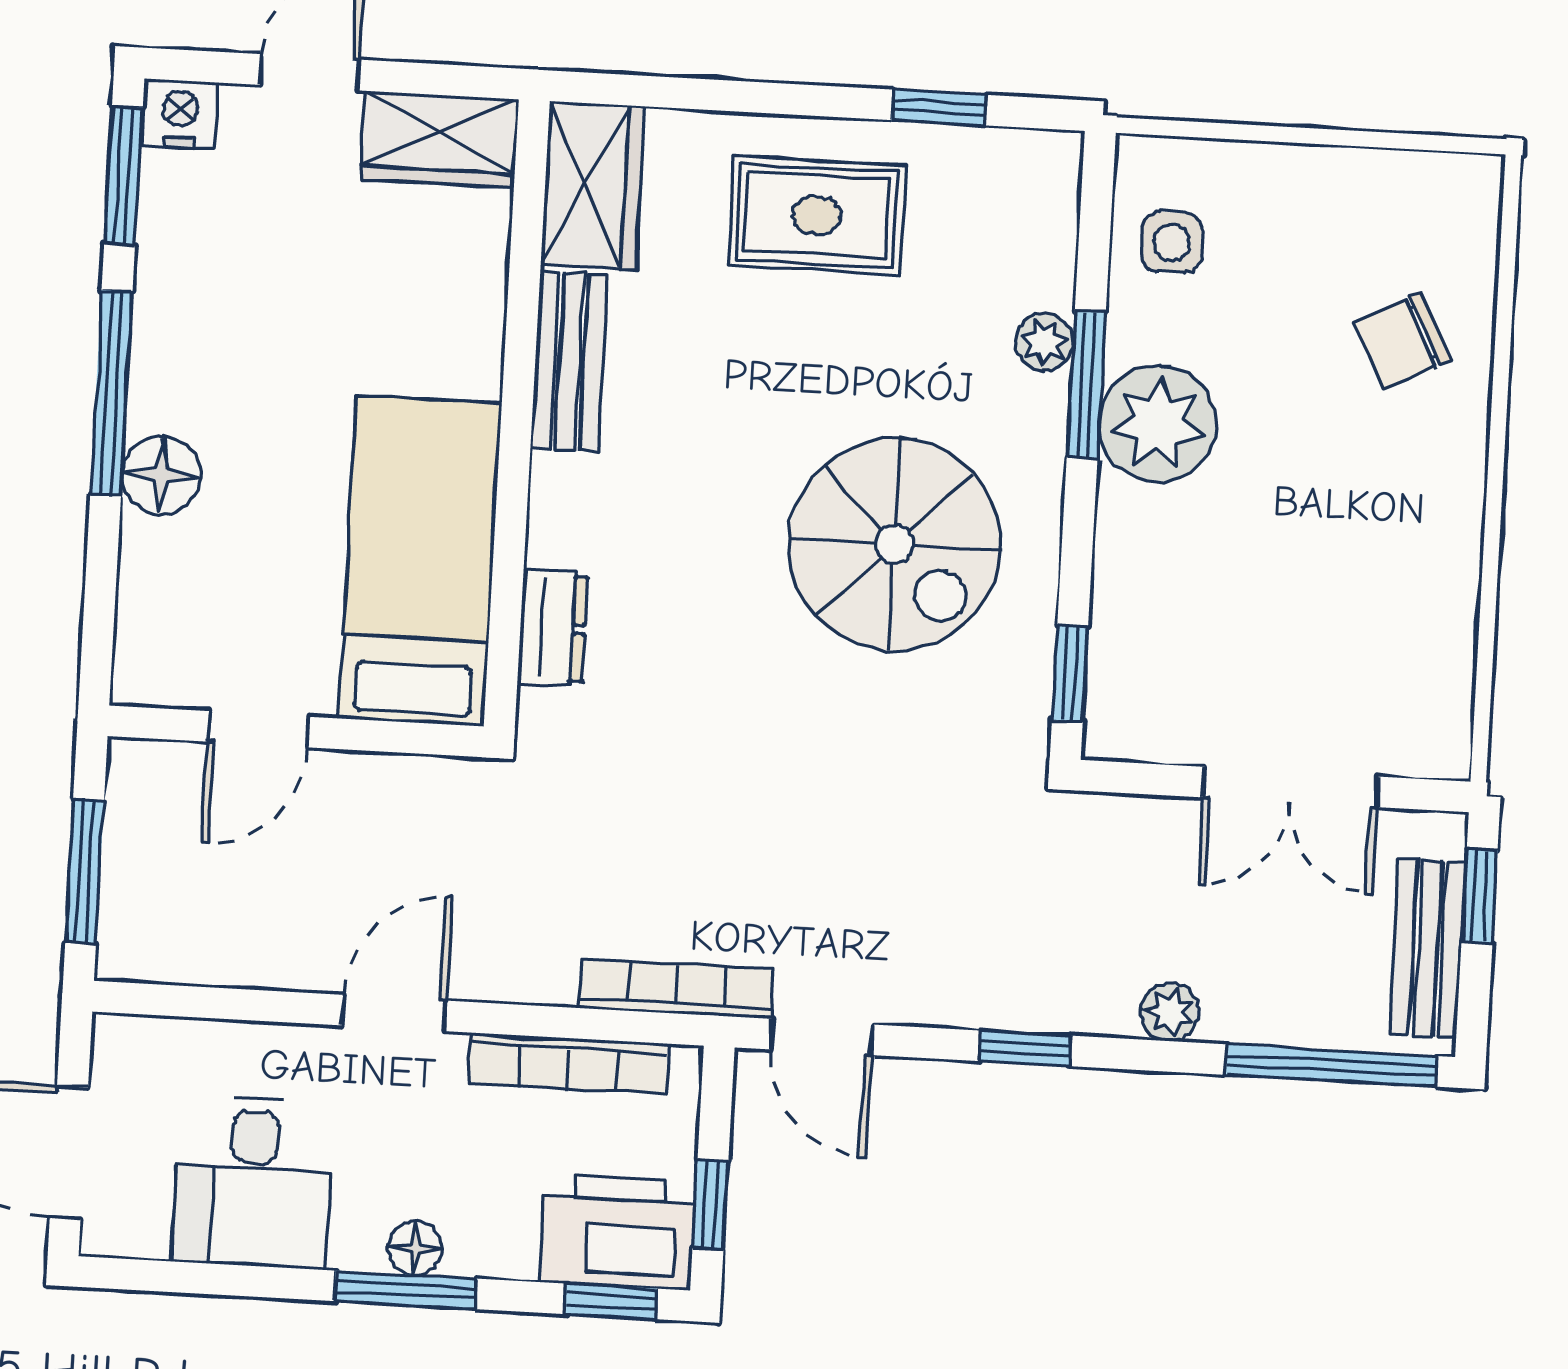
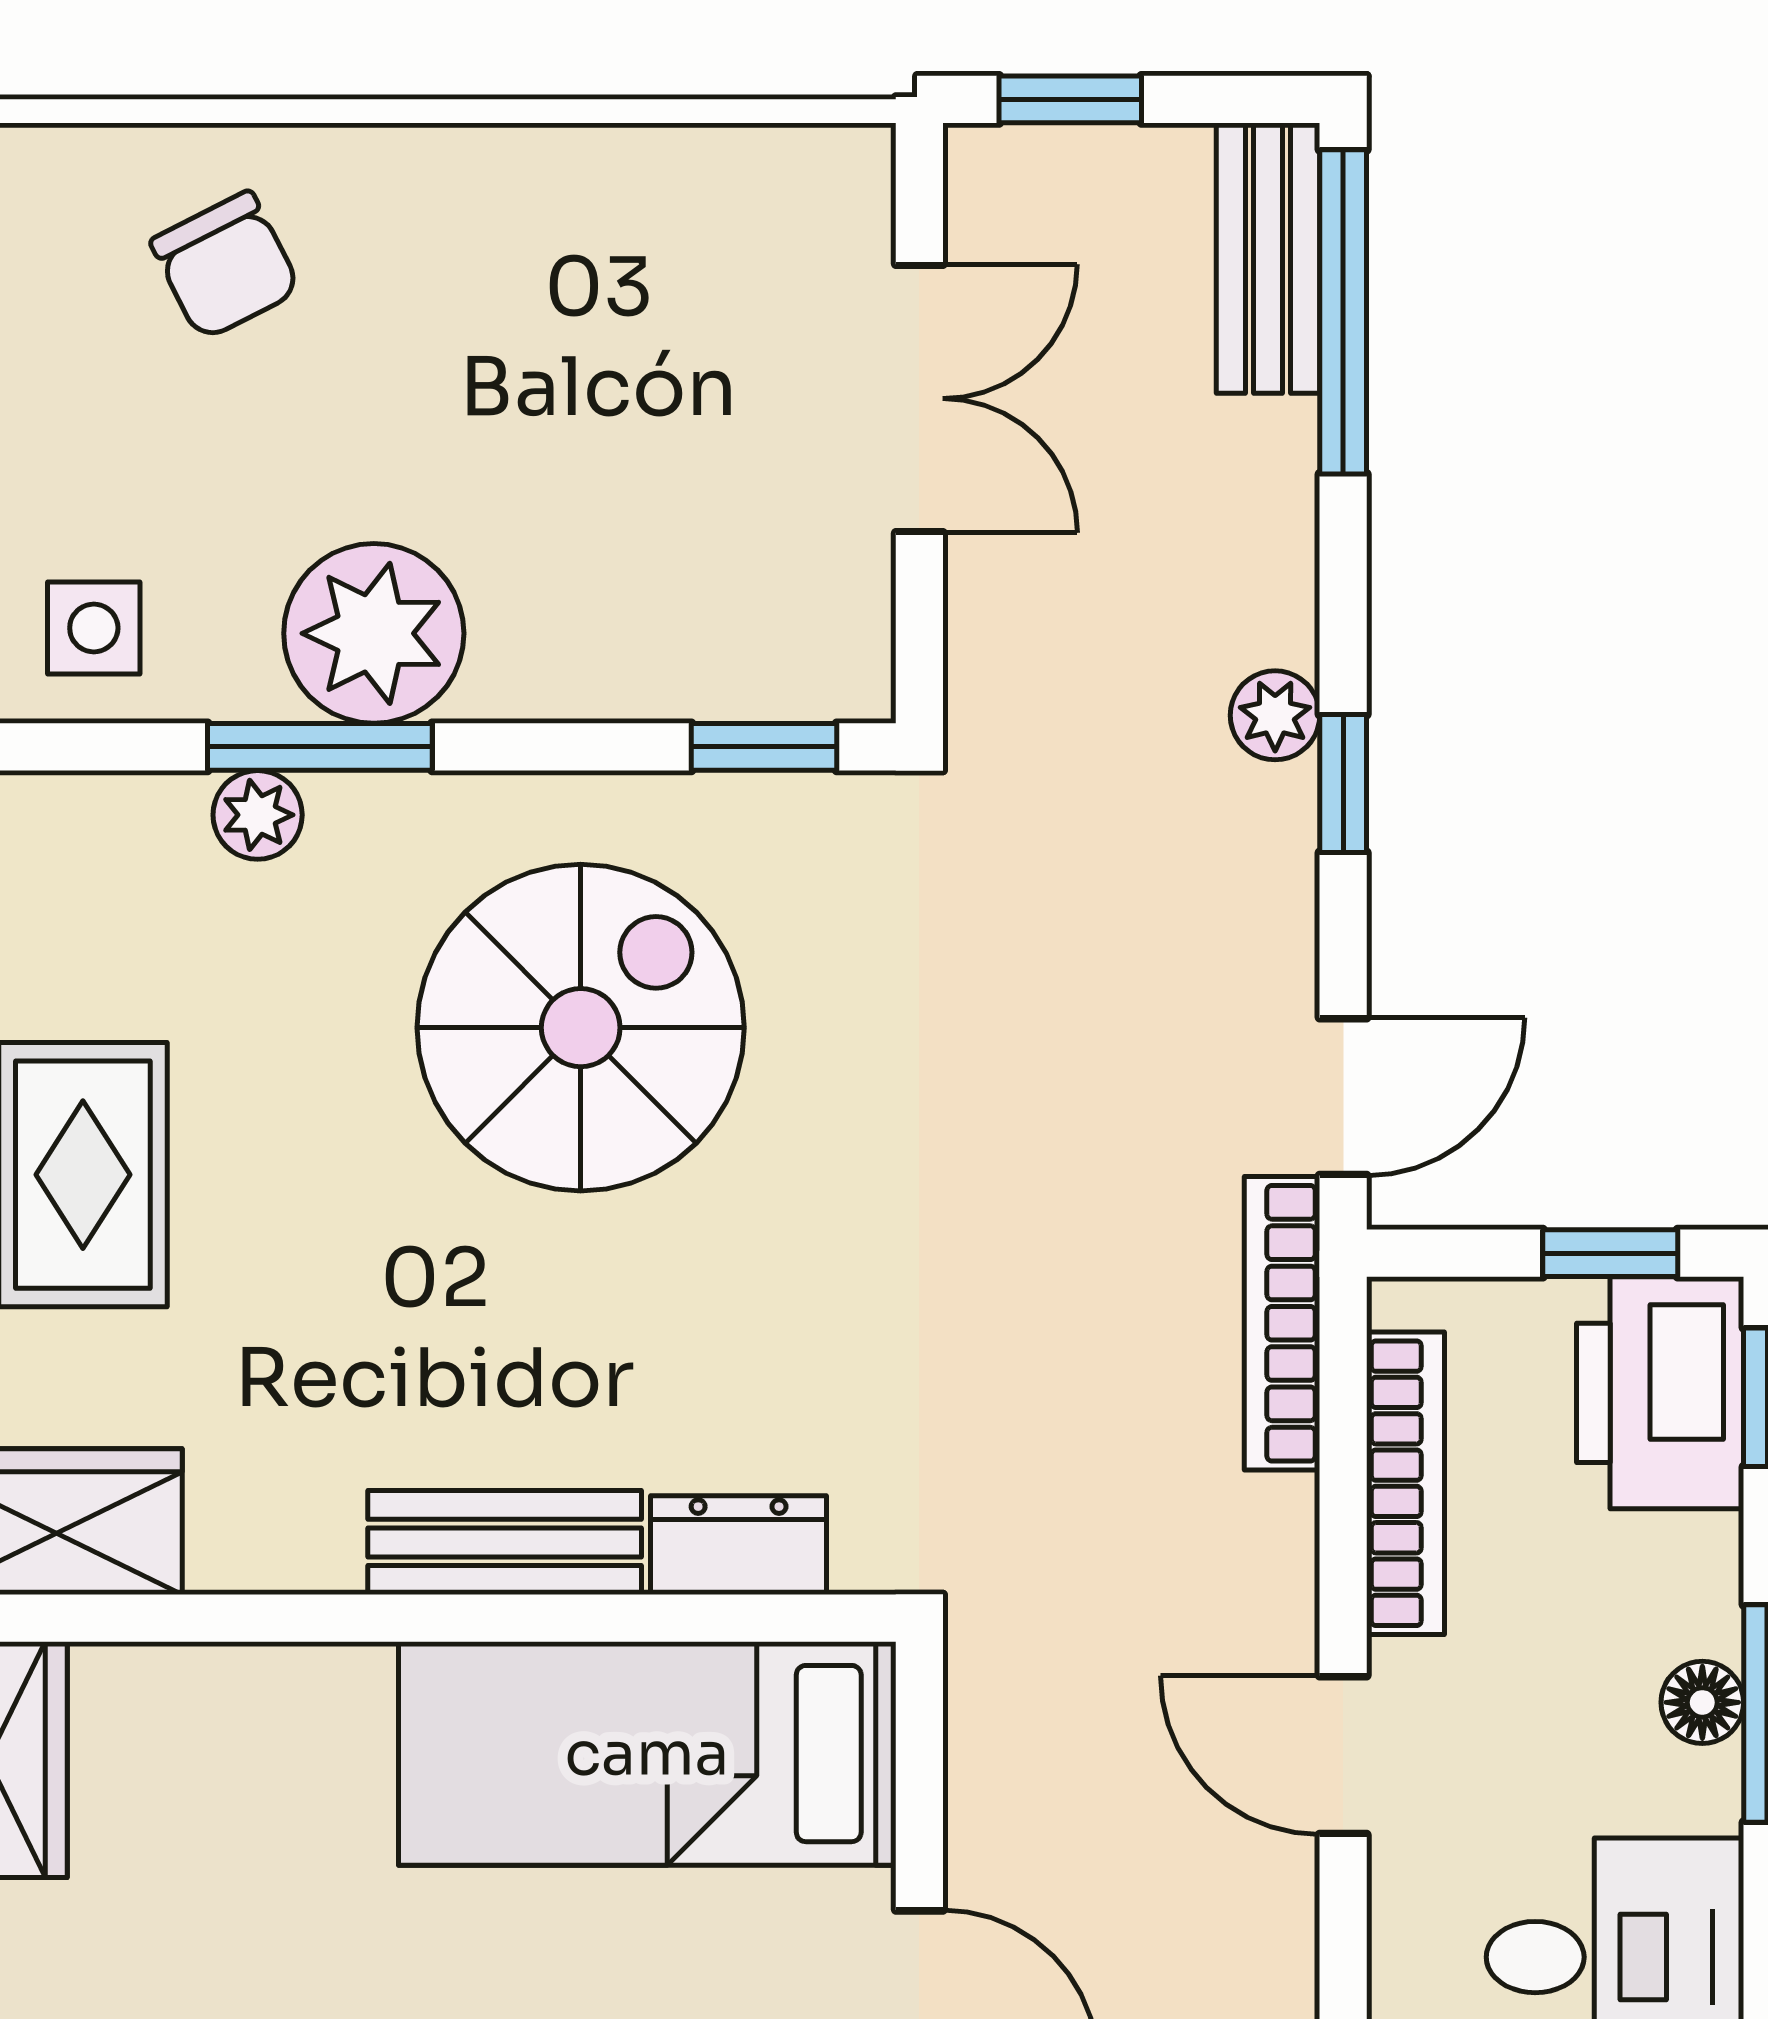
bench: (569, 361) -> (505, 1542), moved
bench: (1428, 948) -> (1268, 258), moved, turned 90
plant: (1170, 1012) -> (1275, 715), moved

